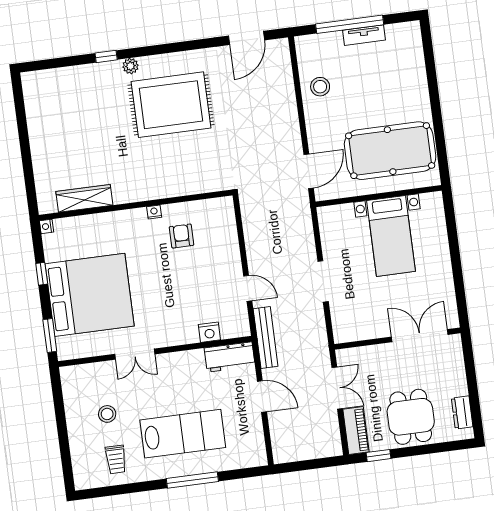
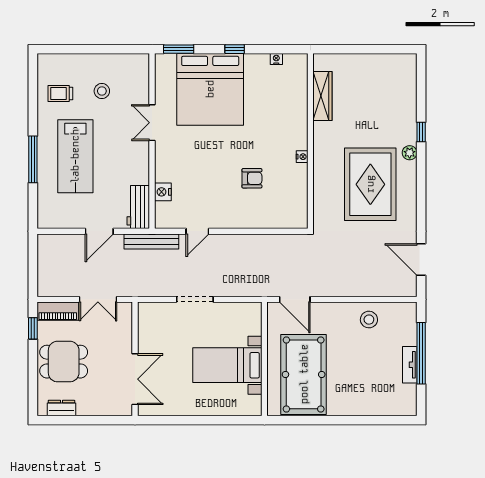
wardrobe: (84, 198) -> (322, 96), moved
wall: (136, 205) -> (310, 141), moved
nightstand: (154, 212) -> (302, 157), moved

